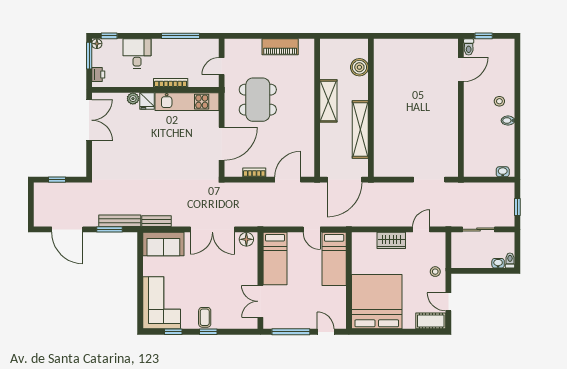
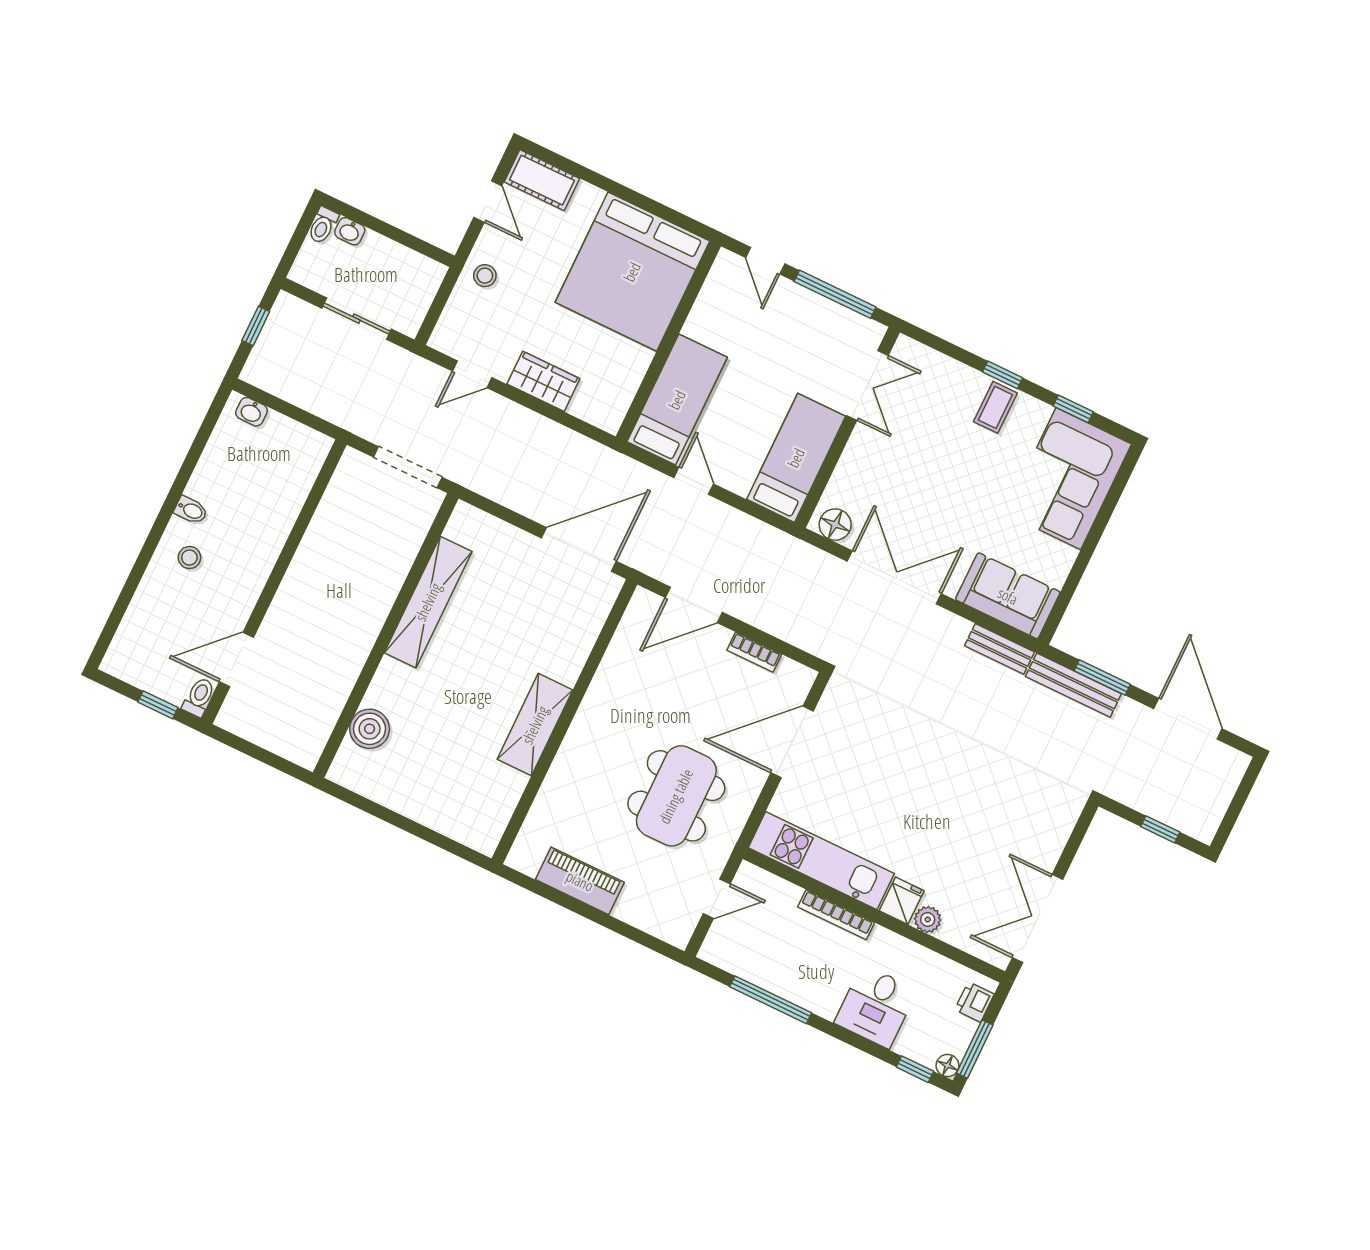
boiler: (359, 67) -> (370, 729), moved
wall: (371, 108) -> (386, 635), moved
shelving: (360, 129) -> (428, 602), moved

